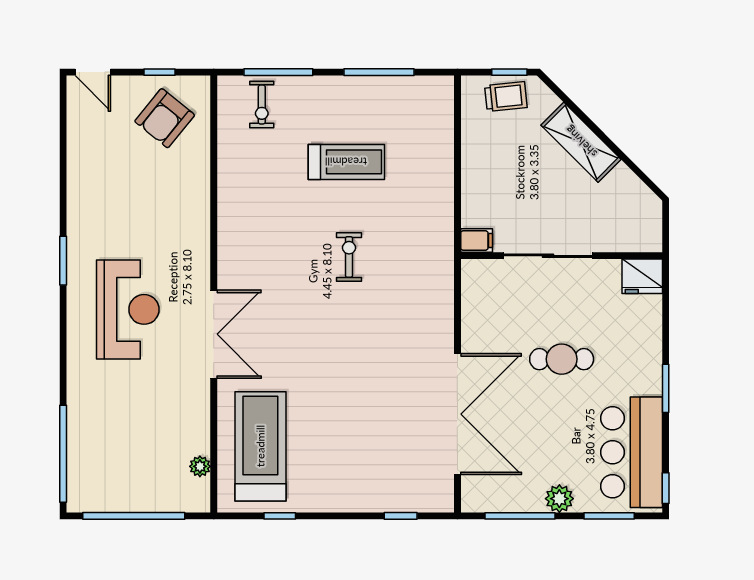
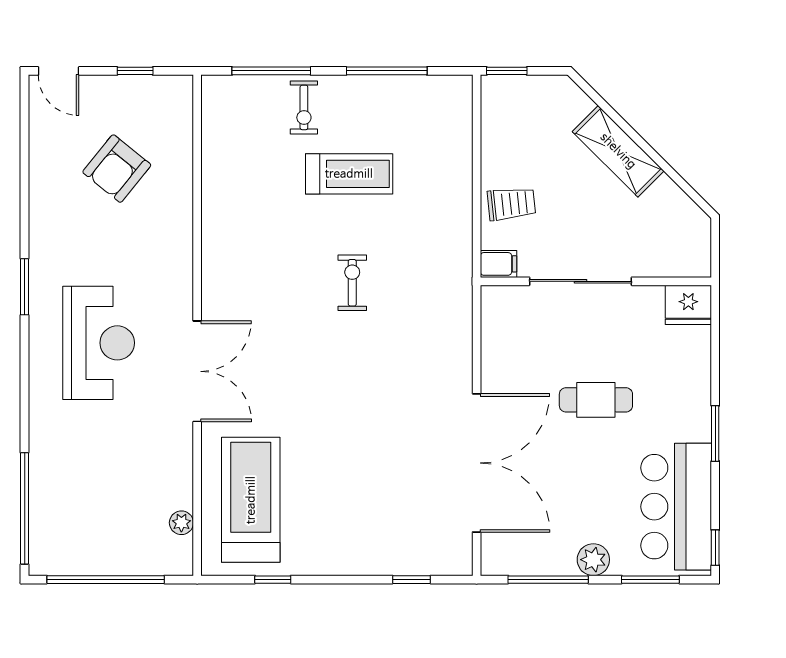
window: (509, 72) -> (507, 71), moved
trolley: (506, 96) -> (511, 204), moved
exercise bike: (262, 104) -> (304, 107), moved
armchair: (165, 118) -> (117, 169), moved

